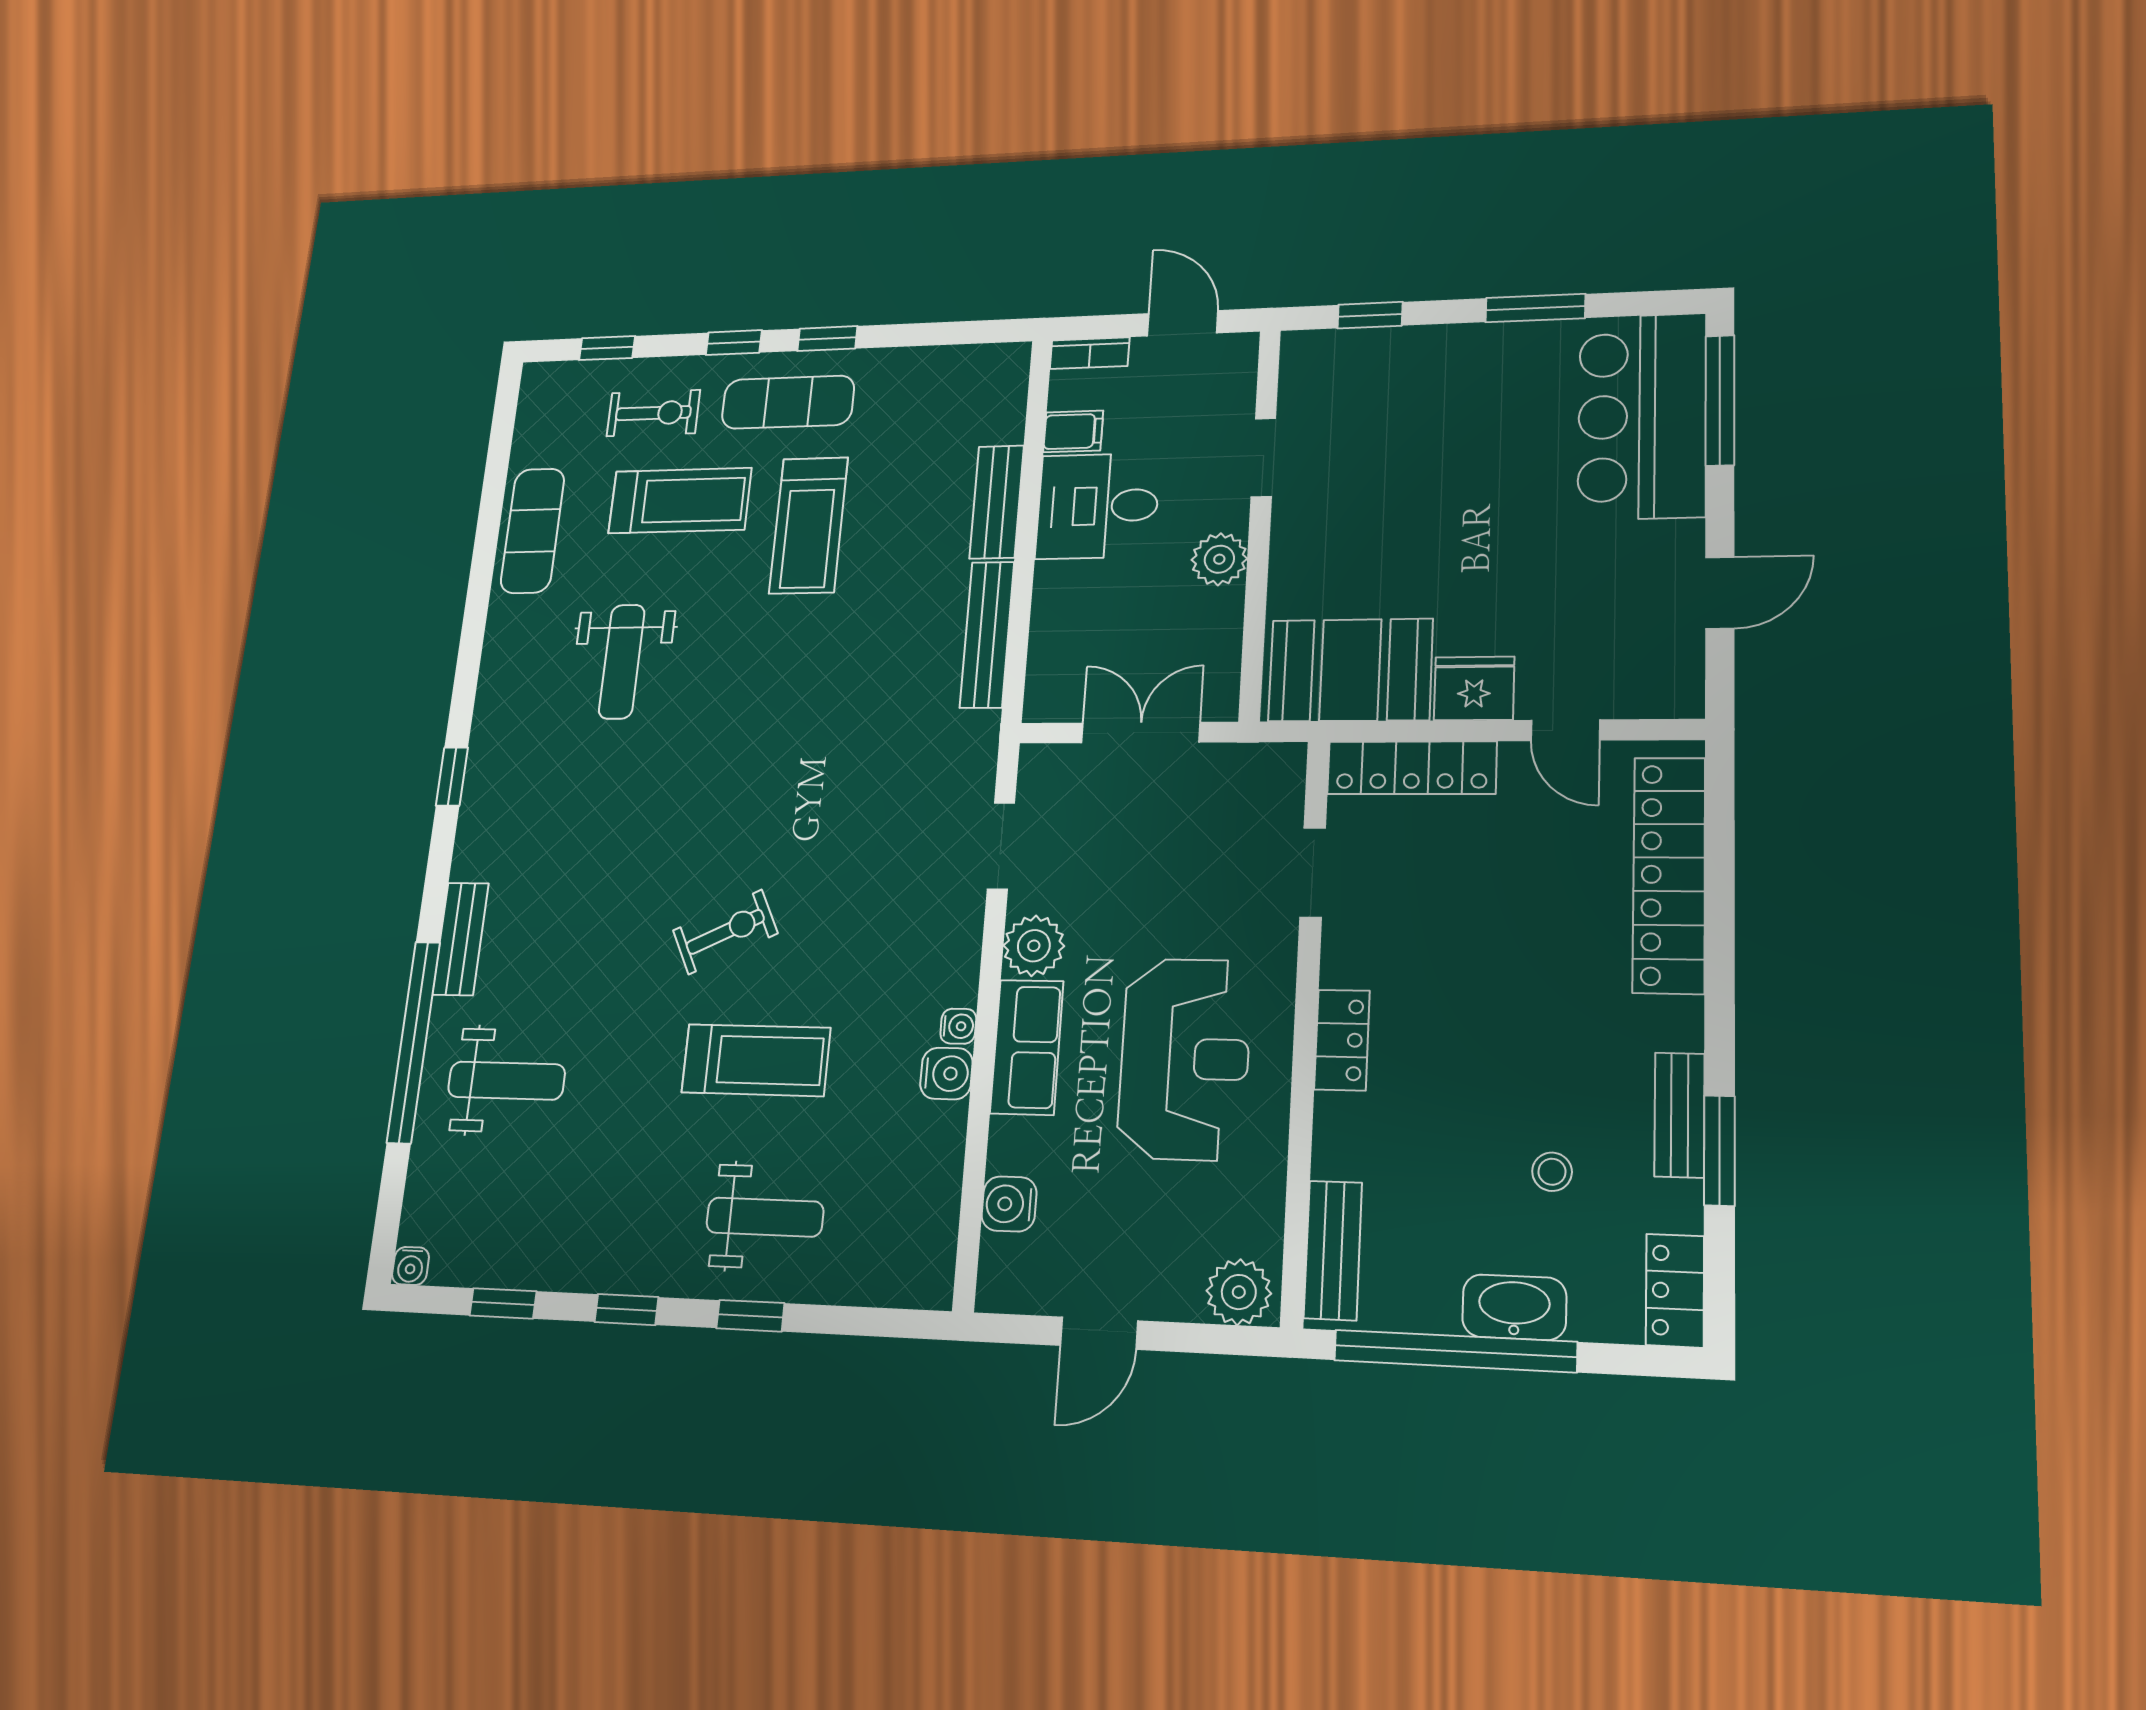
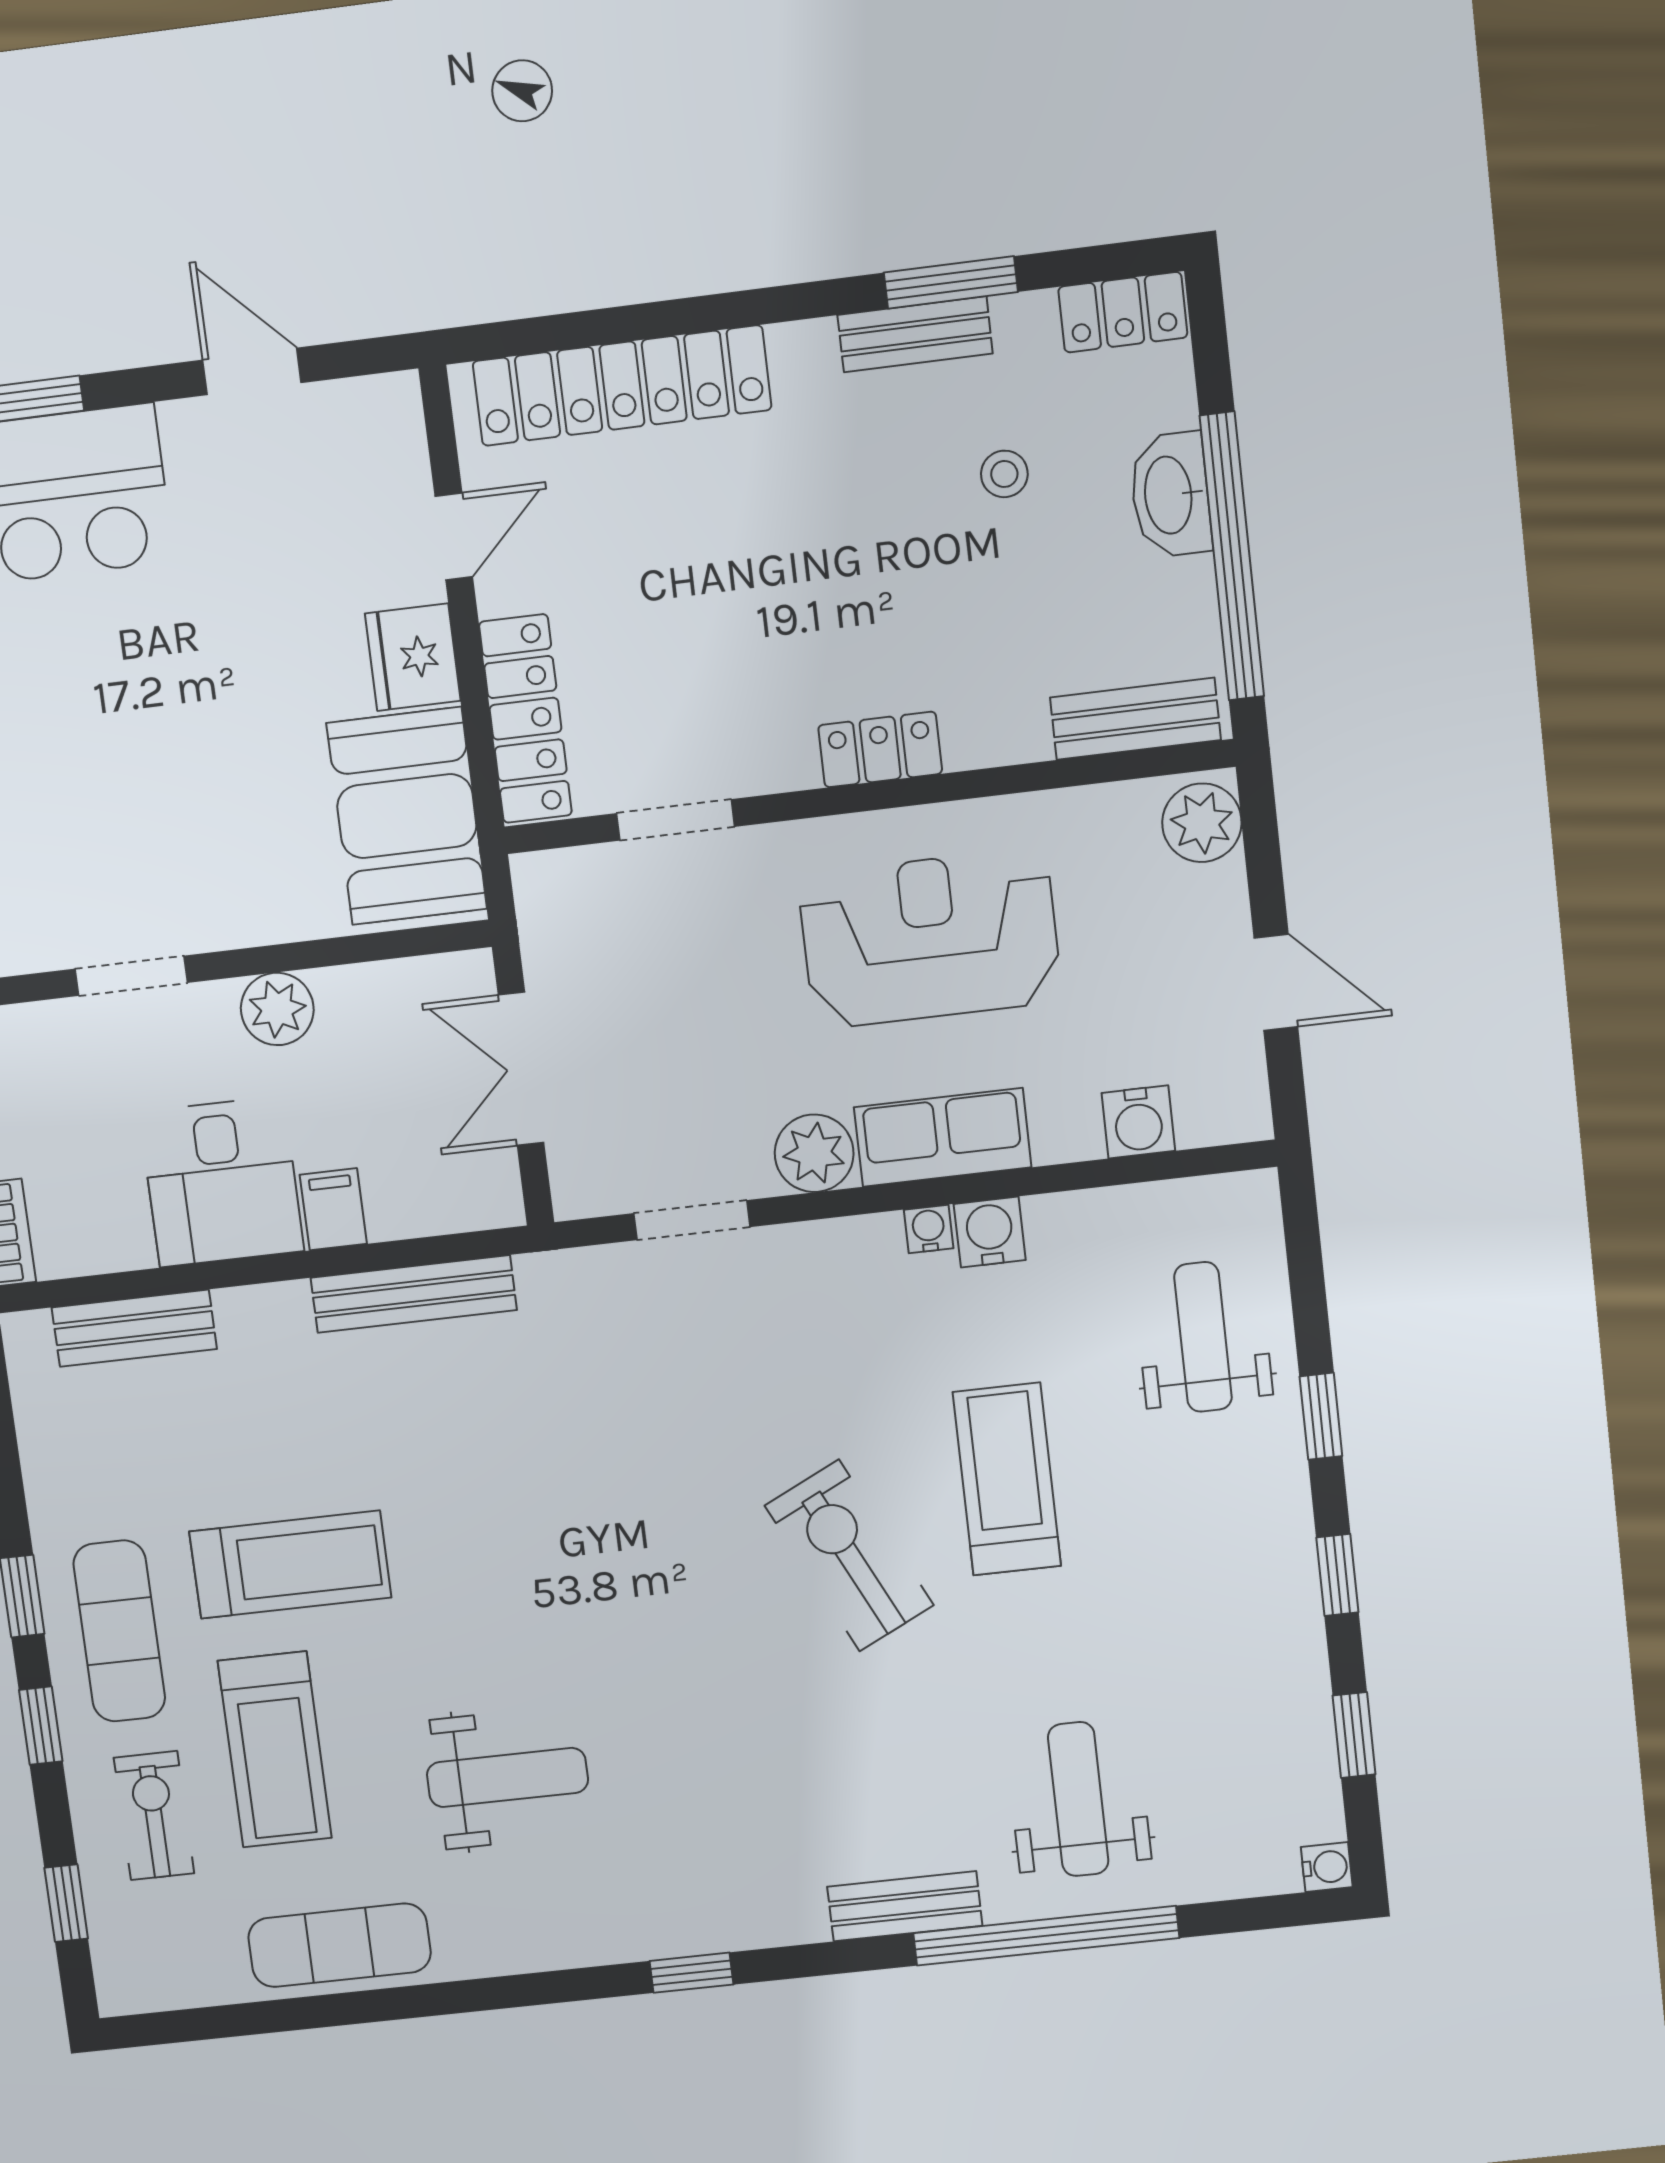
filing cabinet: (1073, 431) -> (333, 1209), moved
treadmill: (680, 501) -> (275, 1750), turned 180
bench: (997, 502) -> (134, 1328), moved
exercise bike: (725, 932) -> (849, 1555), width x1.38, depth x1.39
weight bench: (765, 1217) -> (1203, 1337), moved

